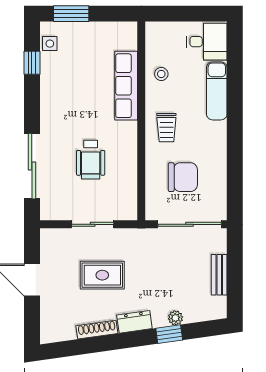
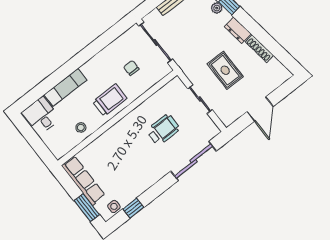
row of seats: (126, 86) -> (83, 181), moved, turned -90
trolley: (166, 128) -> (110, 100), width x1.36, depth x1.39
chair: (183, 177) -> (131, 68), width x0.54, depth x0.54

